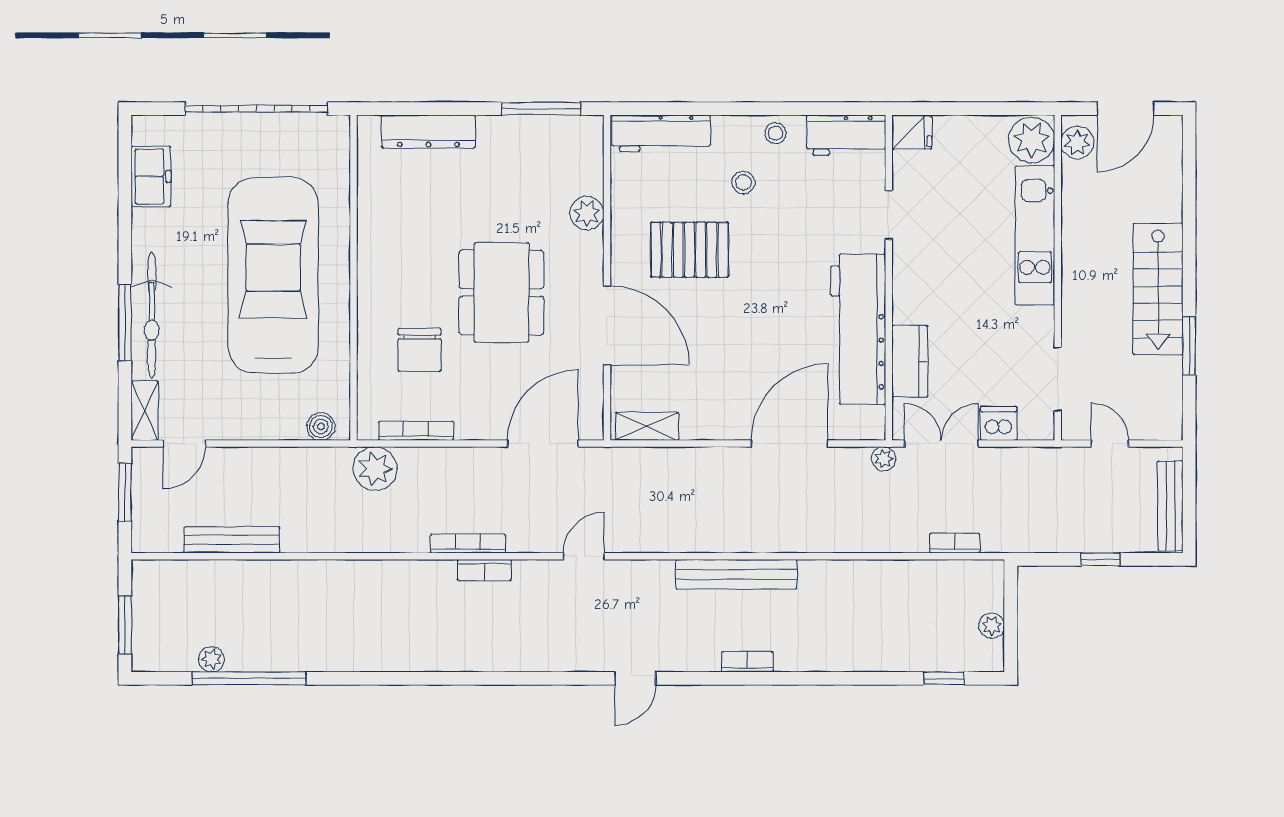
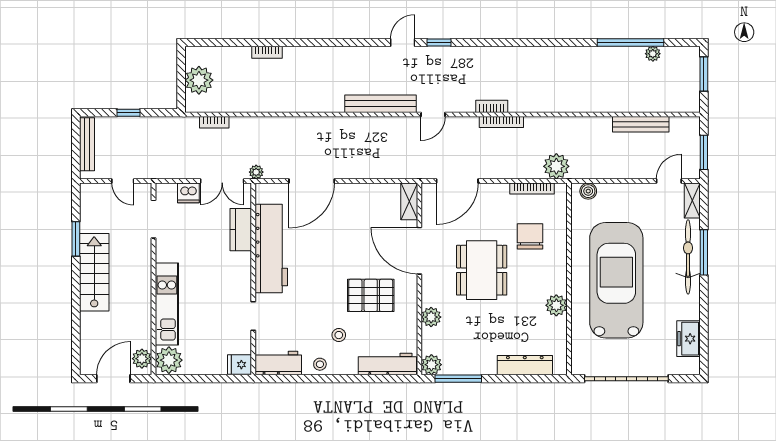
plant: (586, 132) -> (431, 365), added
plant: (375, 233) -> (556, 305), added
car: (273, 275) -> (616, 280), turned 180
shelving: (647, 426) -> (409, 201), moved, turned 90
bench: (736, 574) -> (380, 104), moved
plant: (992, 626) -> (199, 80), width x1.87, depth x1.87
bookcase: (747, 662) -> (267, 52), moved
window: (944, 678) -> (439, 43), moved

